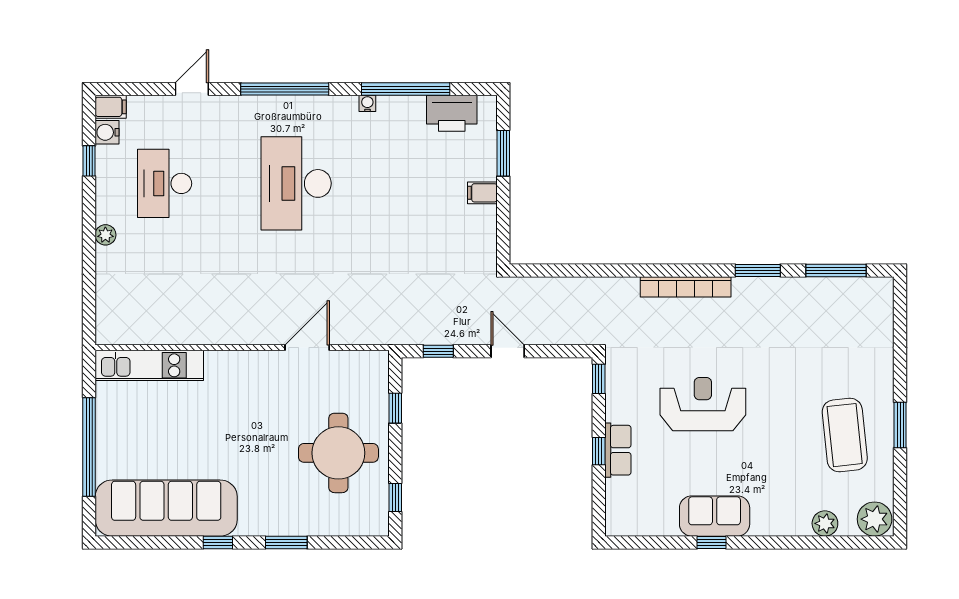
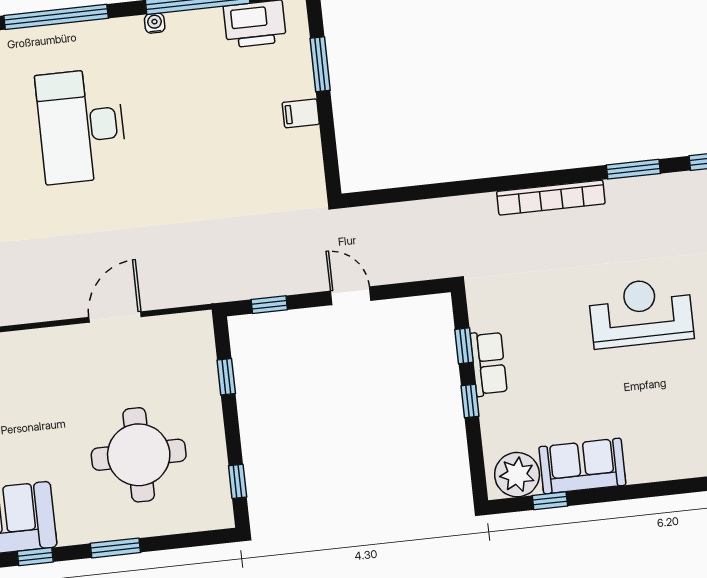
window: (599, 379) -> (464, 346), moved
reception desk: (703, 404) -> (641, 313), moved
row of seats: (618, 450) -> (489, 363), moved
round table: (338, 453) -> (139, 455), moved
sofa: (715, 516) -> (582, 466), moved
plant: (632, 517) -> (517, 475), added
window: (712, 542) -> (550, 501), moved

